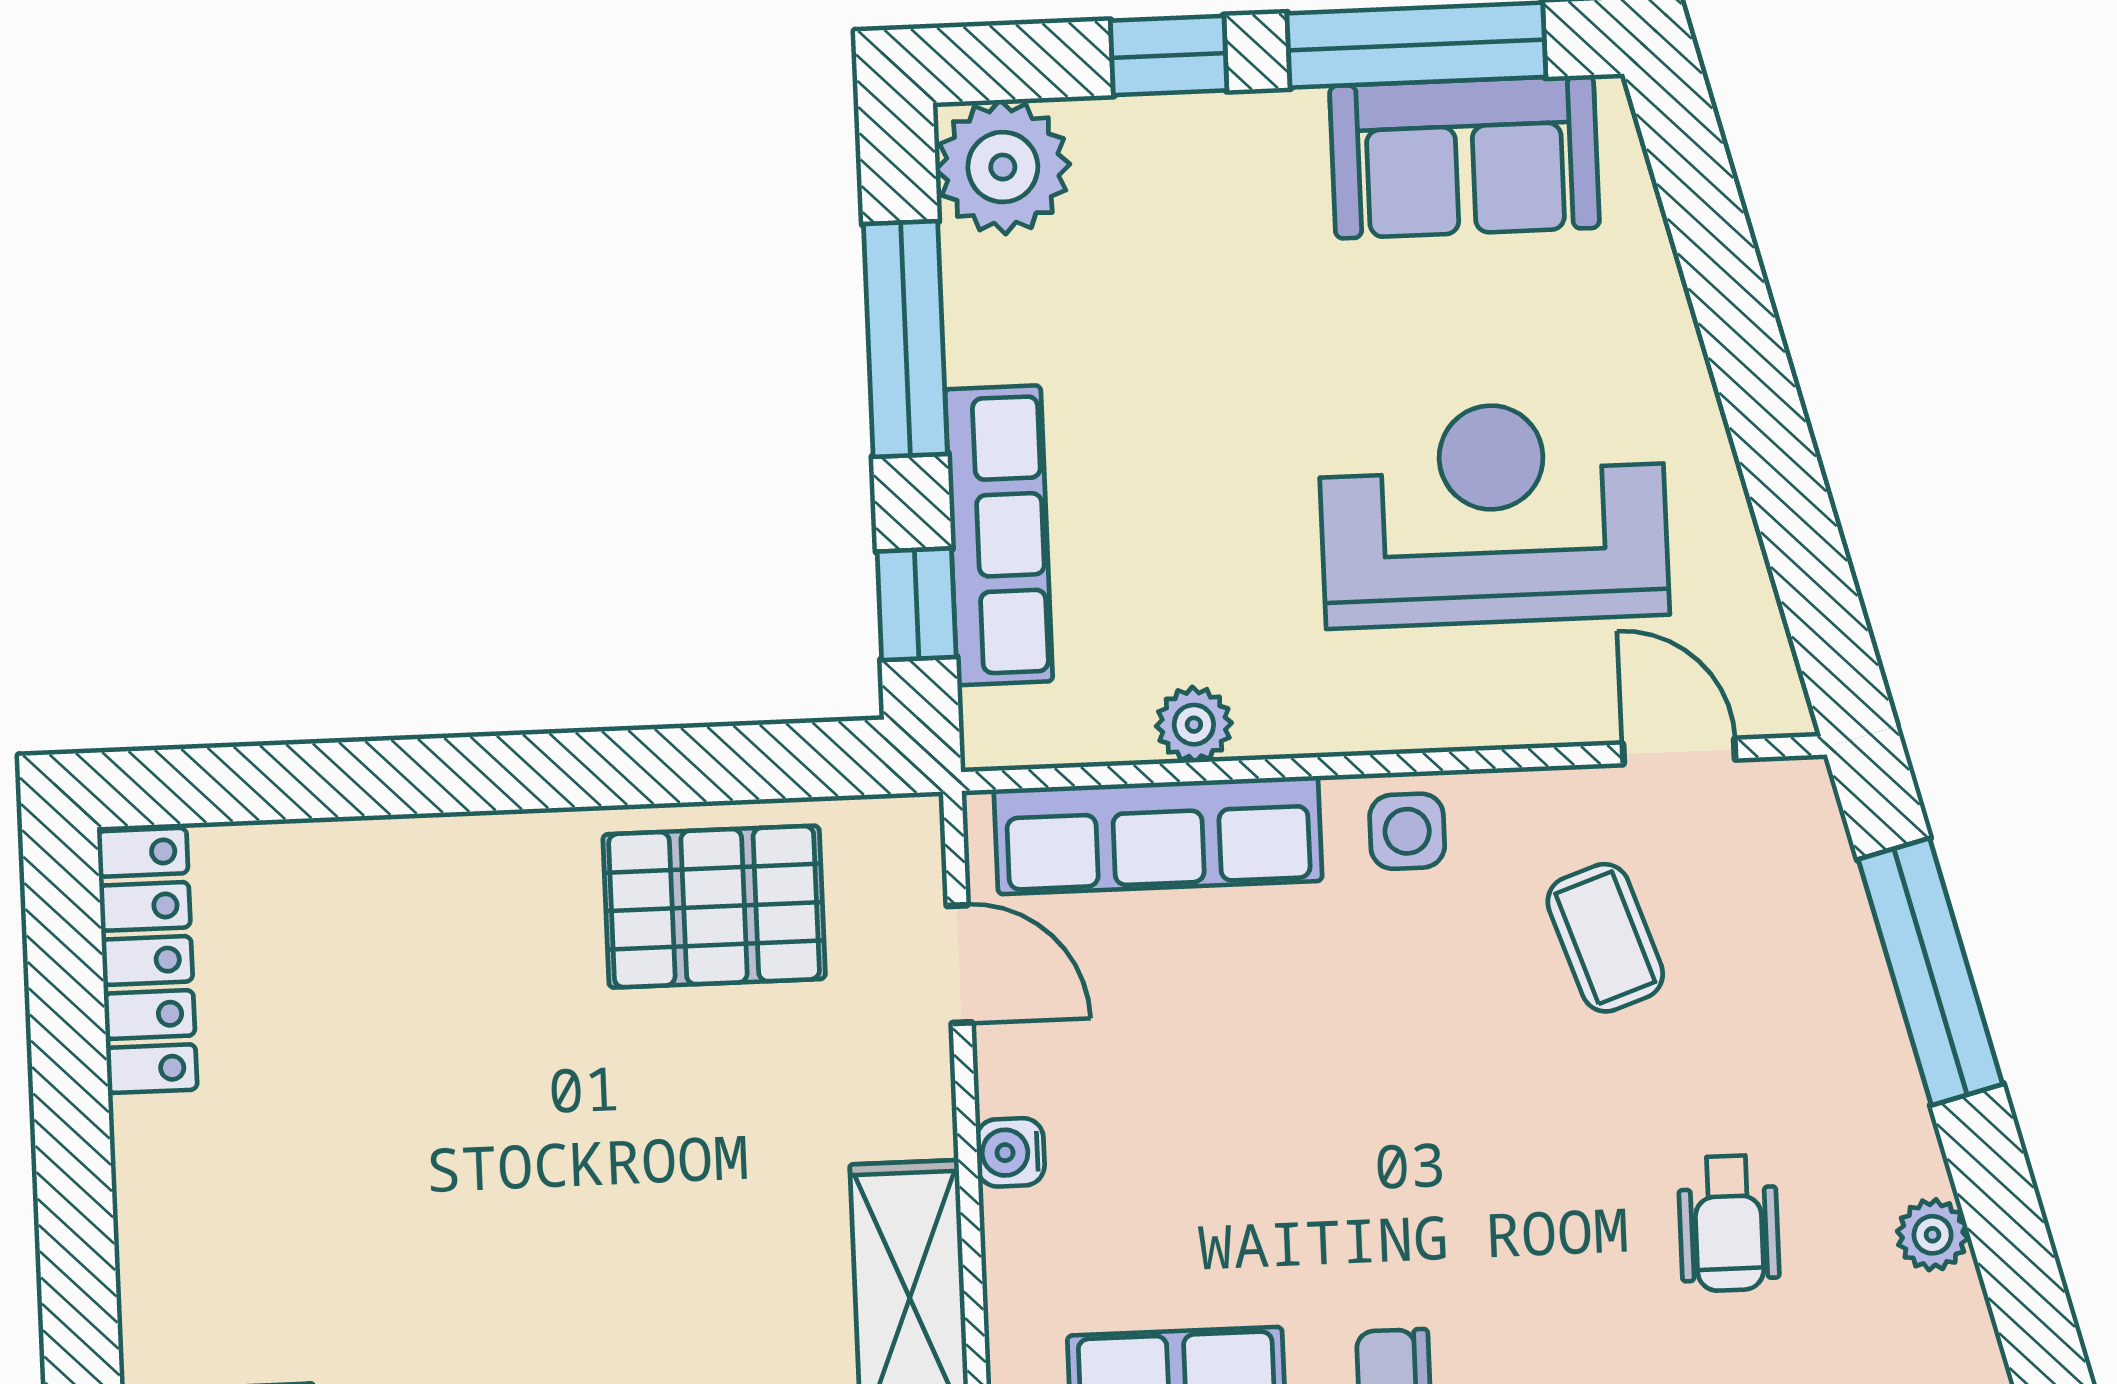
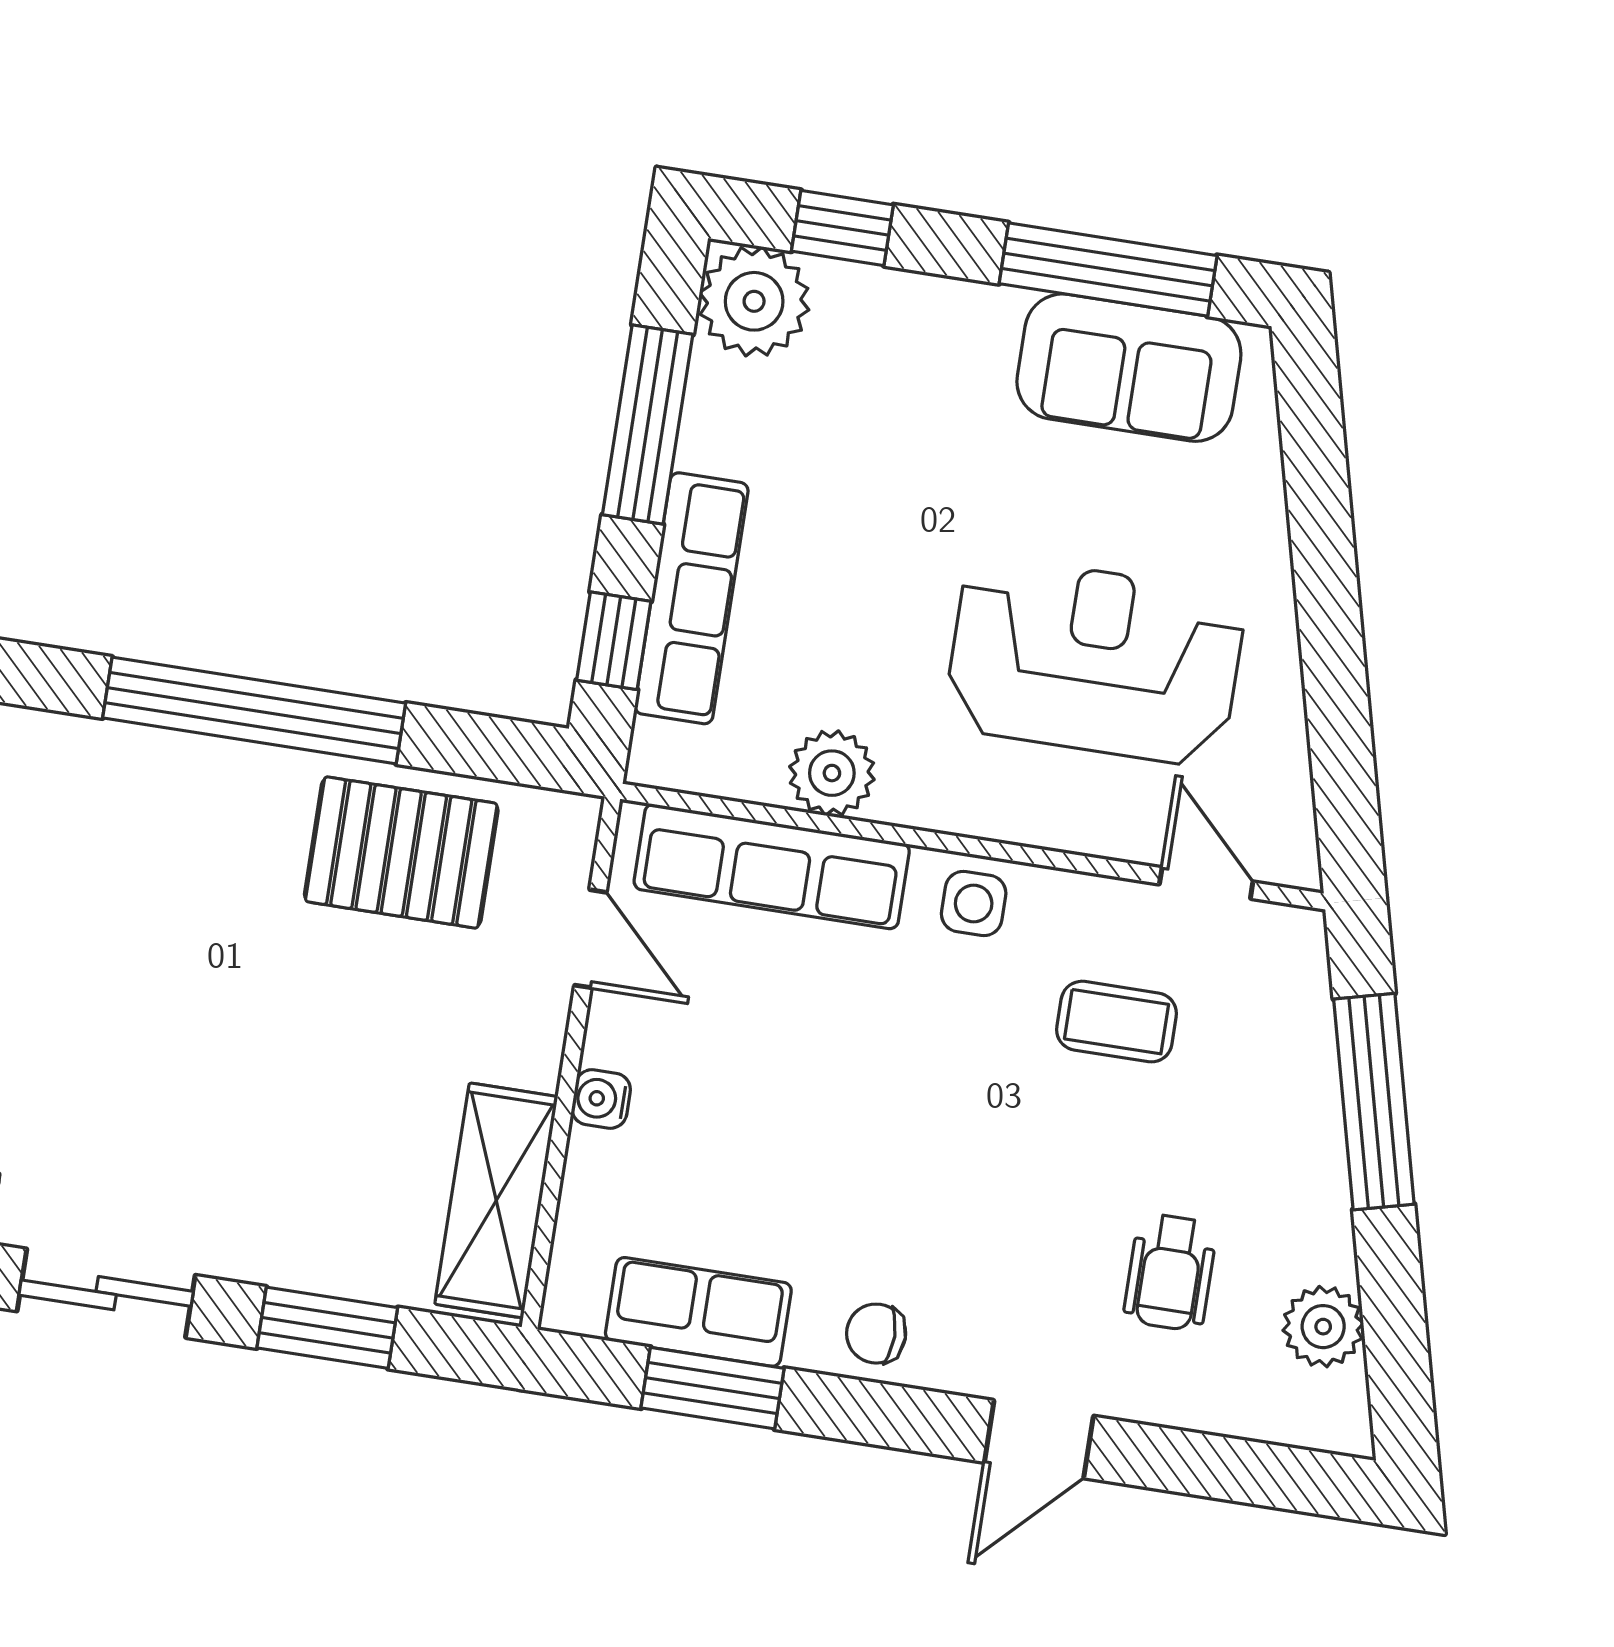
window: (1169, 55) -> (842, 228), moved
plant: (1194, 725) -> (832, 773), width x1.38, depth x1.38
window: (505, 773) -> (254, 711), added
coffee table: (1605, 938) -> (1117, 1022), turned -71
plant: (1933, 1235) -> (1323, 1327), width x1.38, depth x1.38

